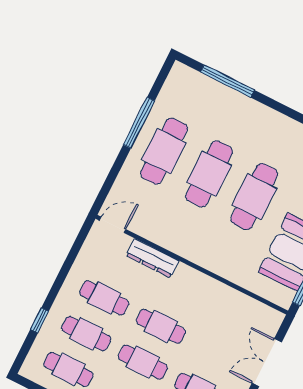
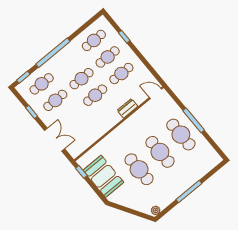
window: (227, 81) -> (189, 191), moved
window: (139, 123) -> (194, 120), moved
door: (113, 225) -> (156, 93), swing flipped
dresser: (152, 258) -> (127, 108), width x0.70

